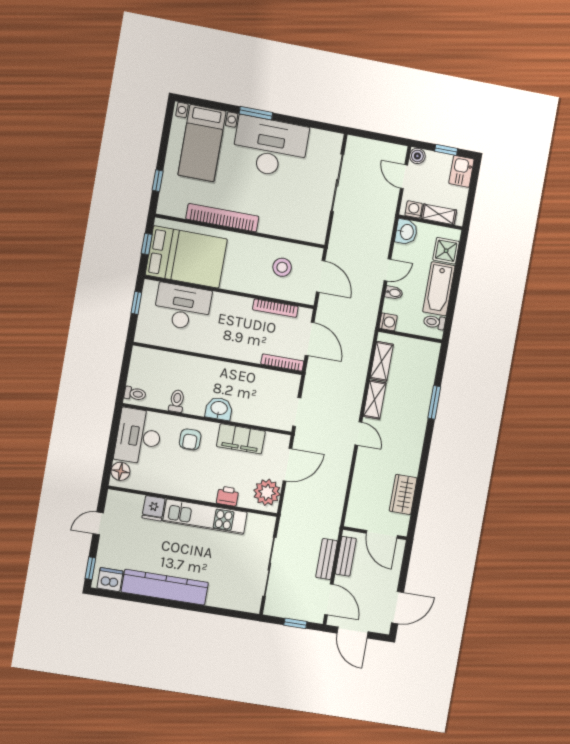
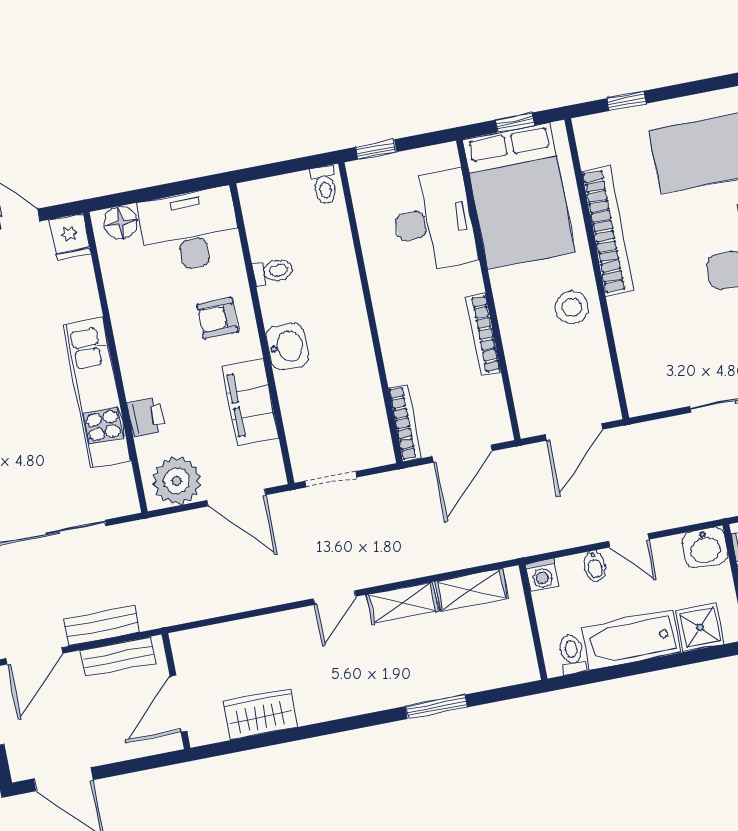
stool: (282, 267) -> (572, 308), moved
window: (136, 303) -> (376, 150), moved
bookcase: (275, 308) -> (483, 334), moved
toilet: (135, 394) -> (324, 185), moved
fridge: (153, 508) -> (70, 237), moved, turned -90

